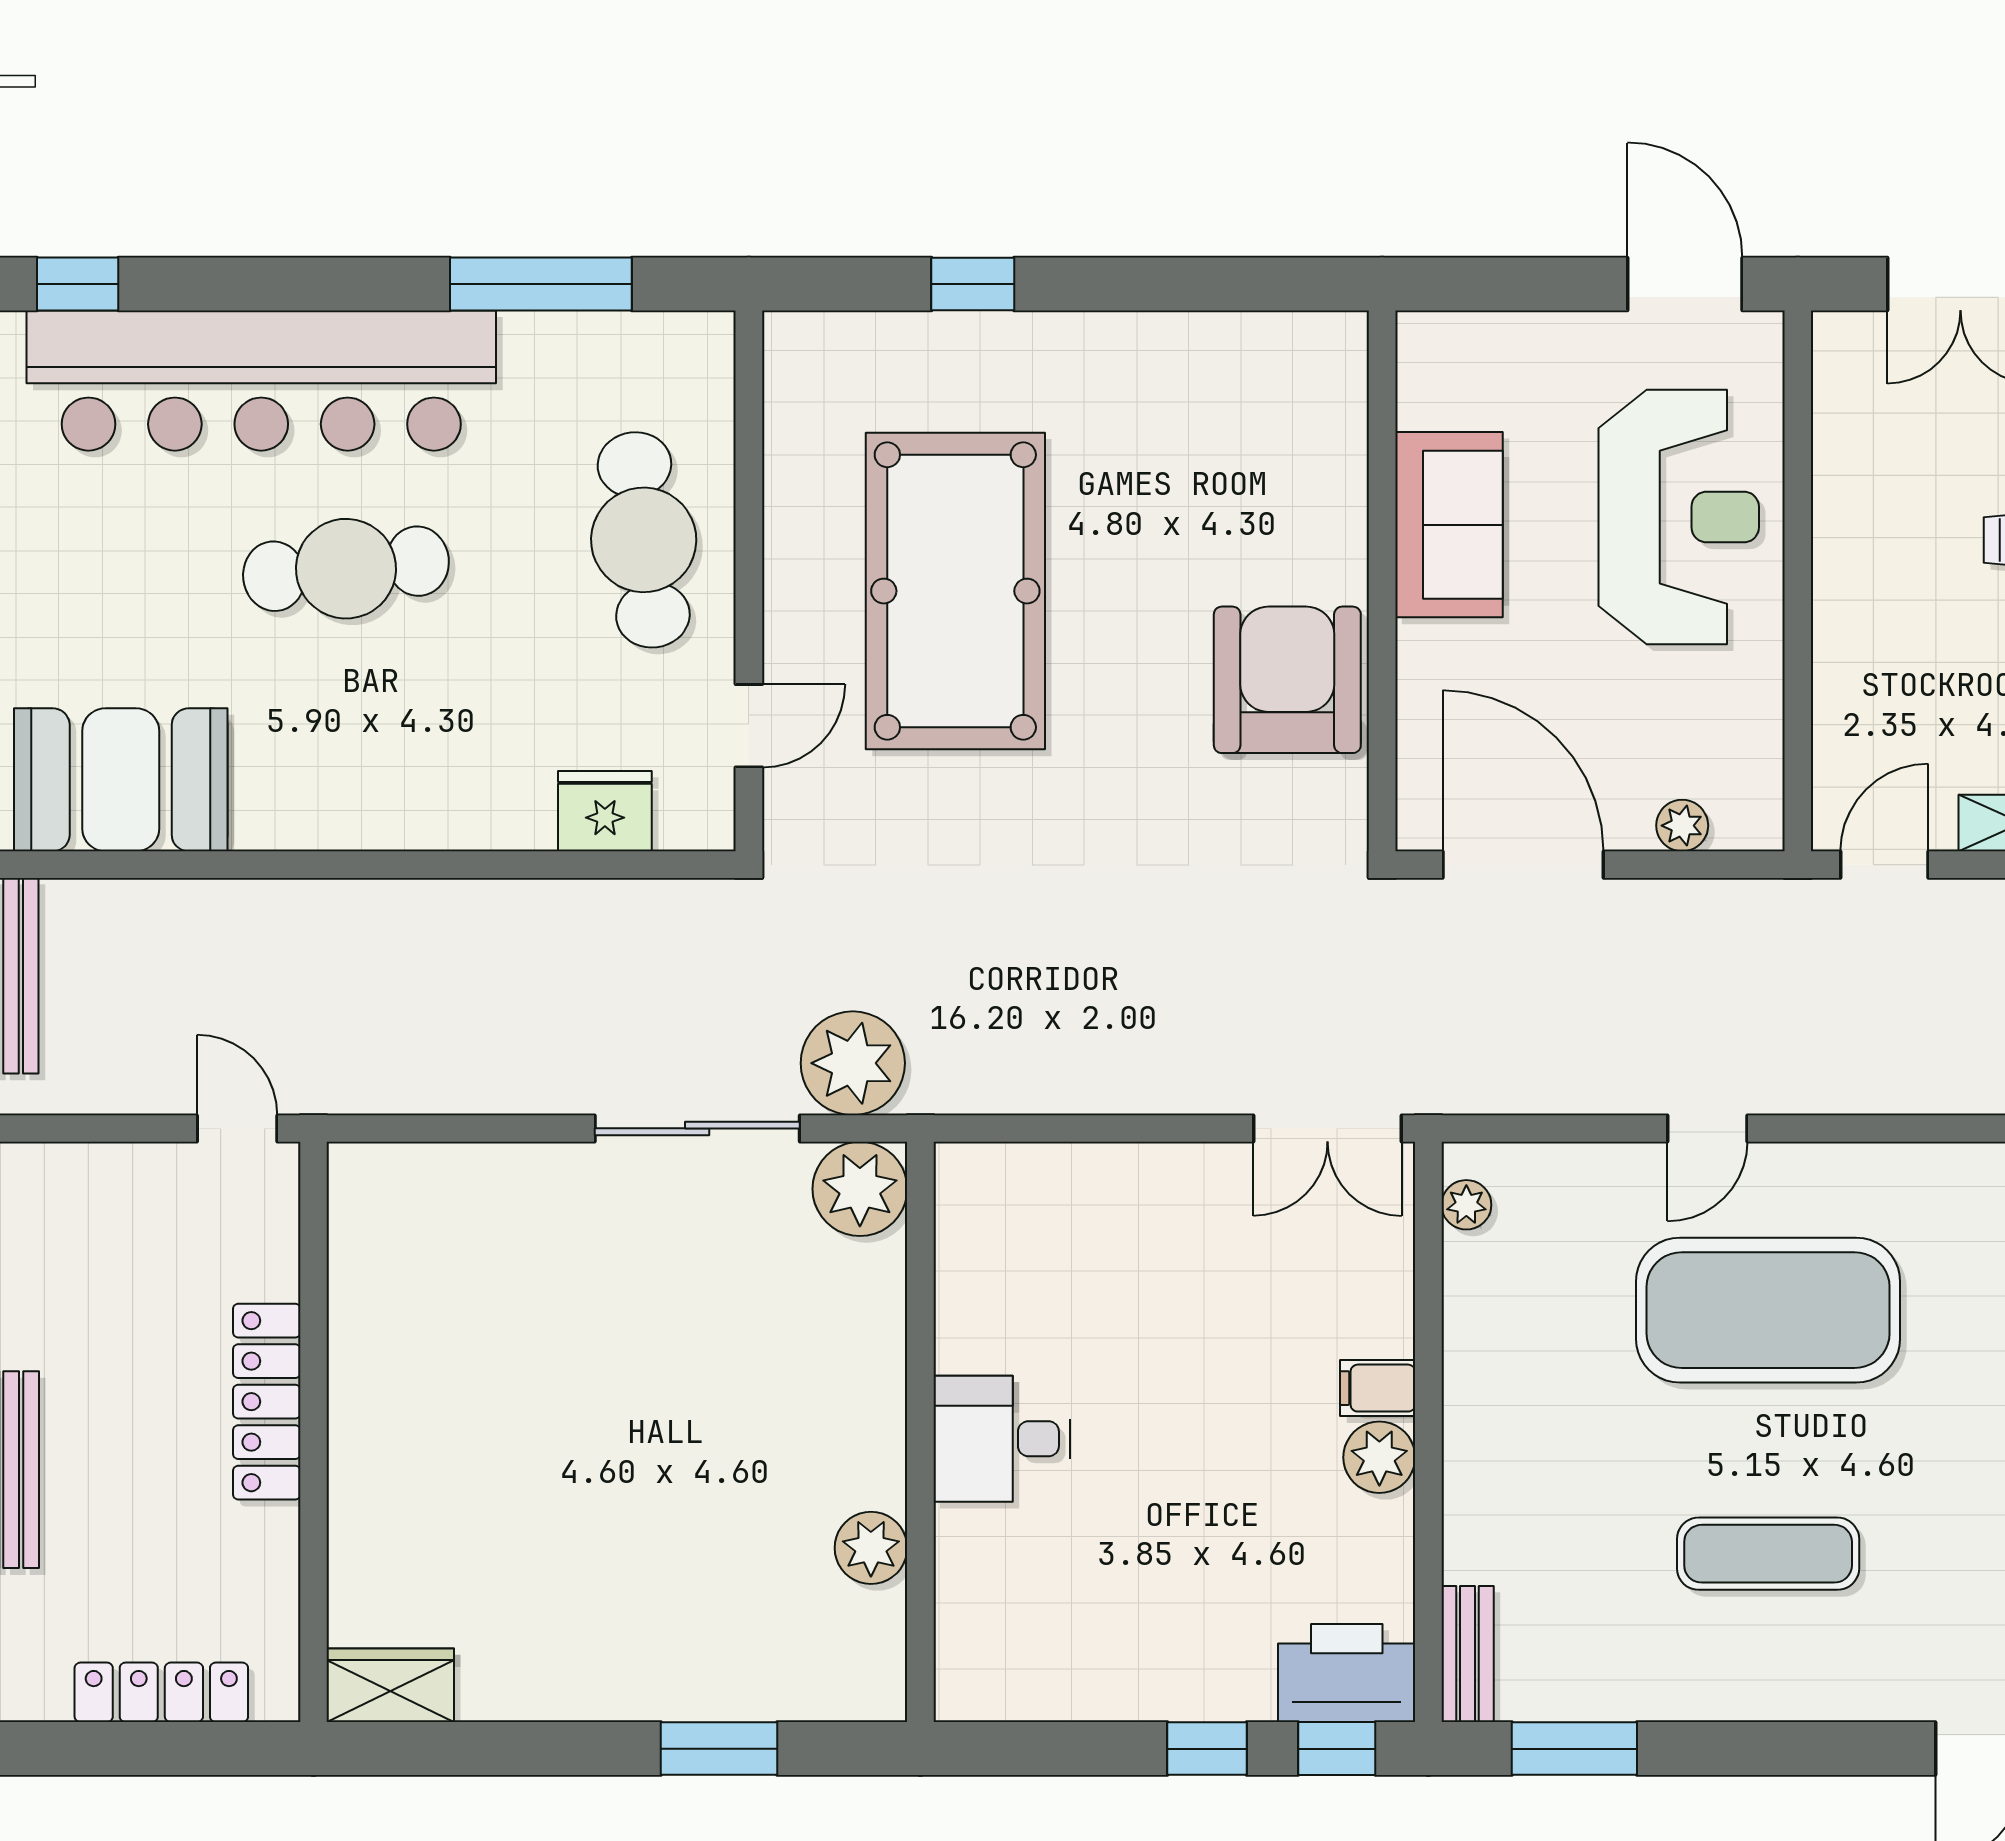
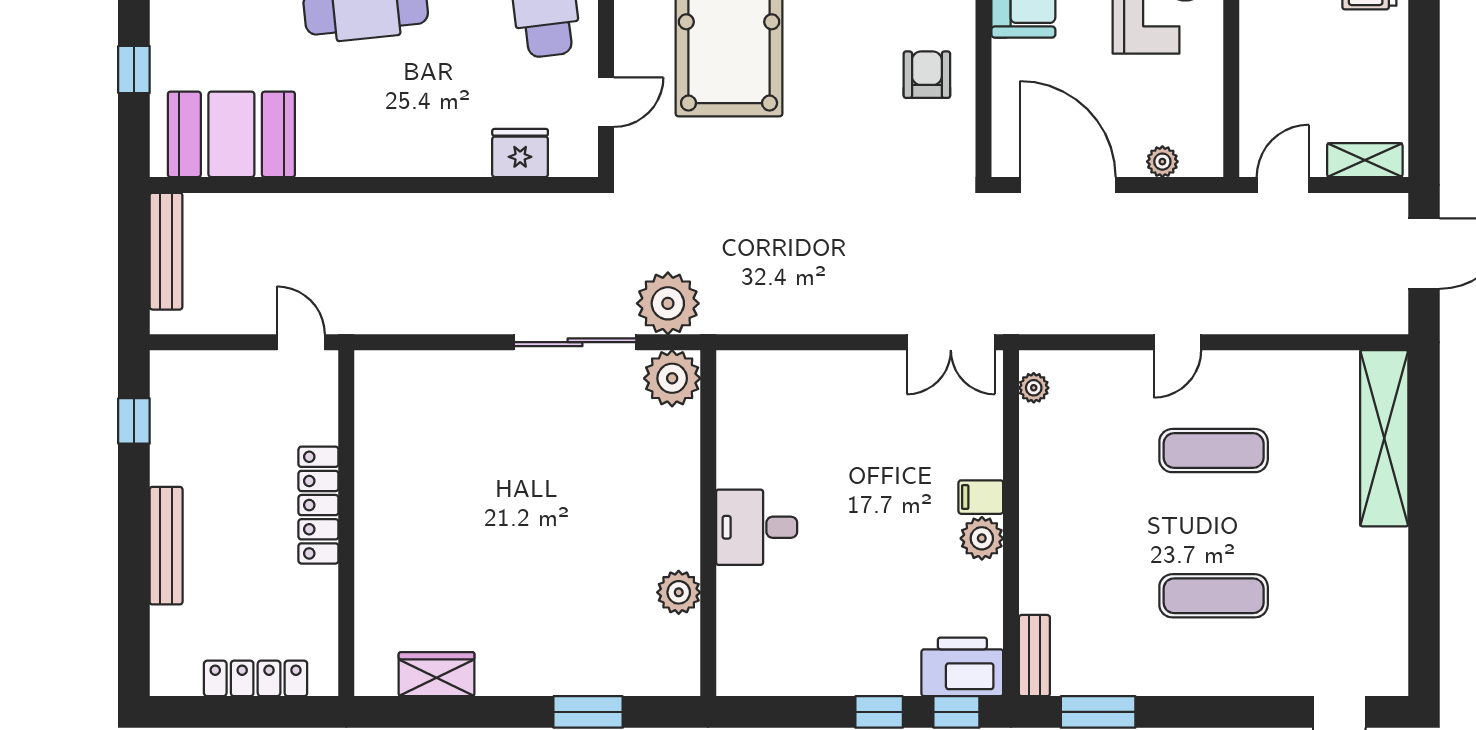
armchair: (1287, 680) -> (927, 75), width x0.53, depth x0.53
exercise mat: (1768, 1310) -> (1214, 451), width x0.50, depth x0.69
wardrobe: (390, 1685) -> (437, 674), moved

